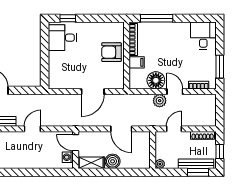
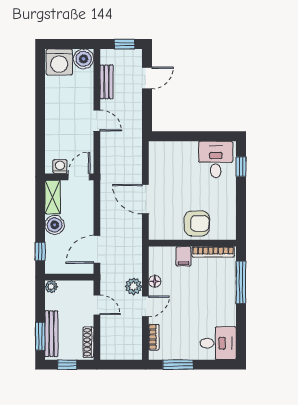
armchair: (111, 52) -> (197, 223), turned 90
floor lamp: (156, 80) -> (155, 281), width x0.53, depth x0.53
door: (121, 129) -> (97, 249), moved
window: (133, 172) -> (40, 251), added

